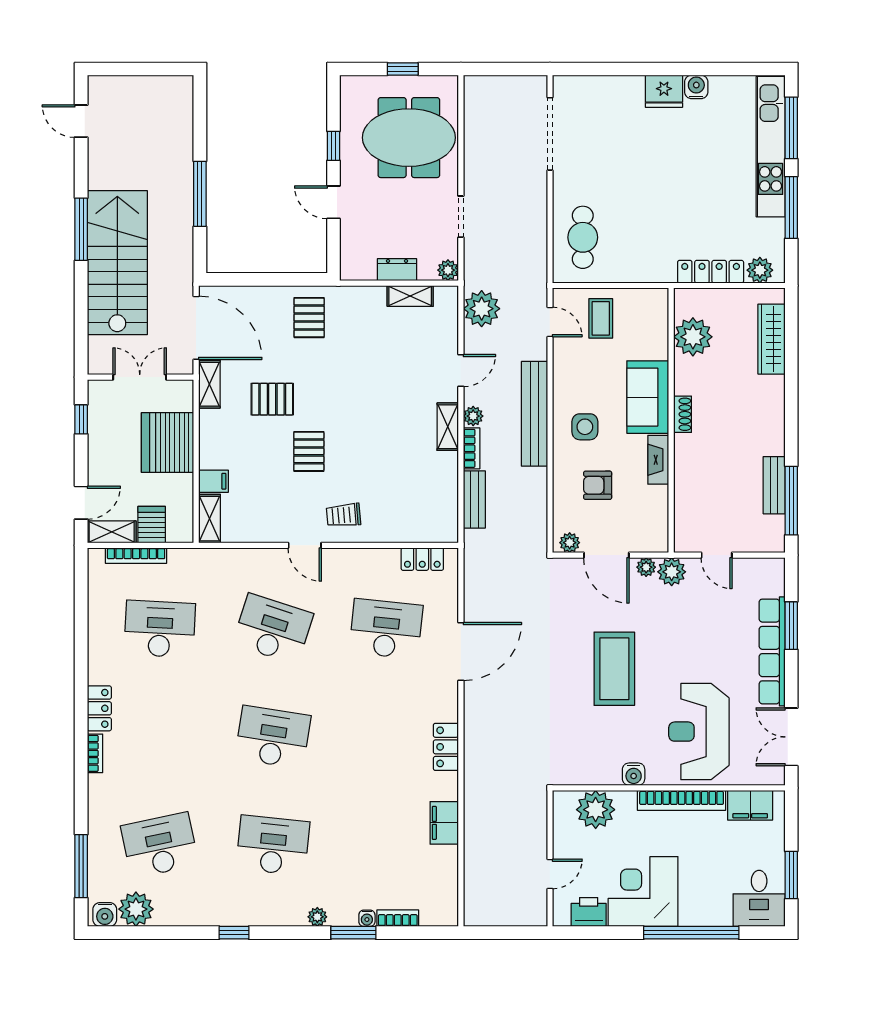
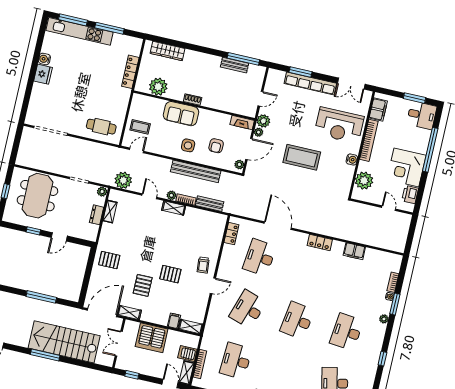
plant: (760, 270) -> (135, 49), removed
bench: (534, 414) -> (196, 171), moved
fireplace: (658, 460) -> (242, 123), moved

